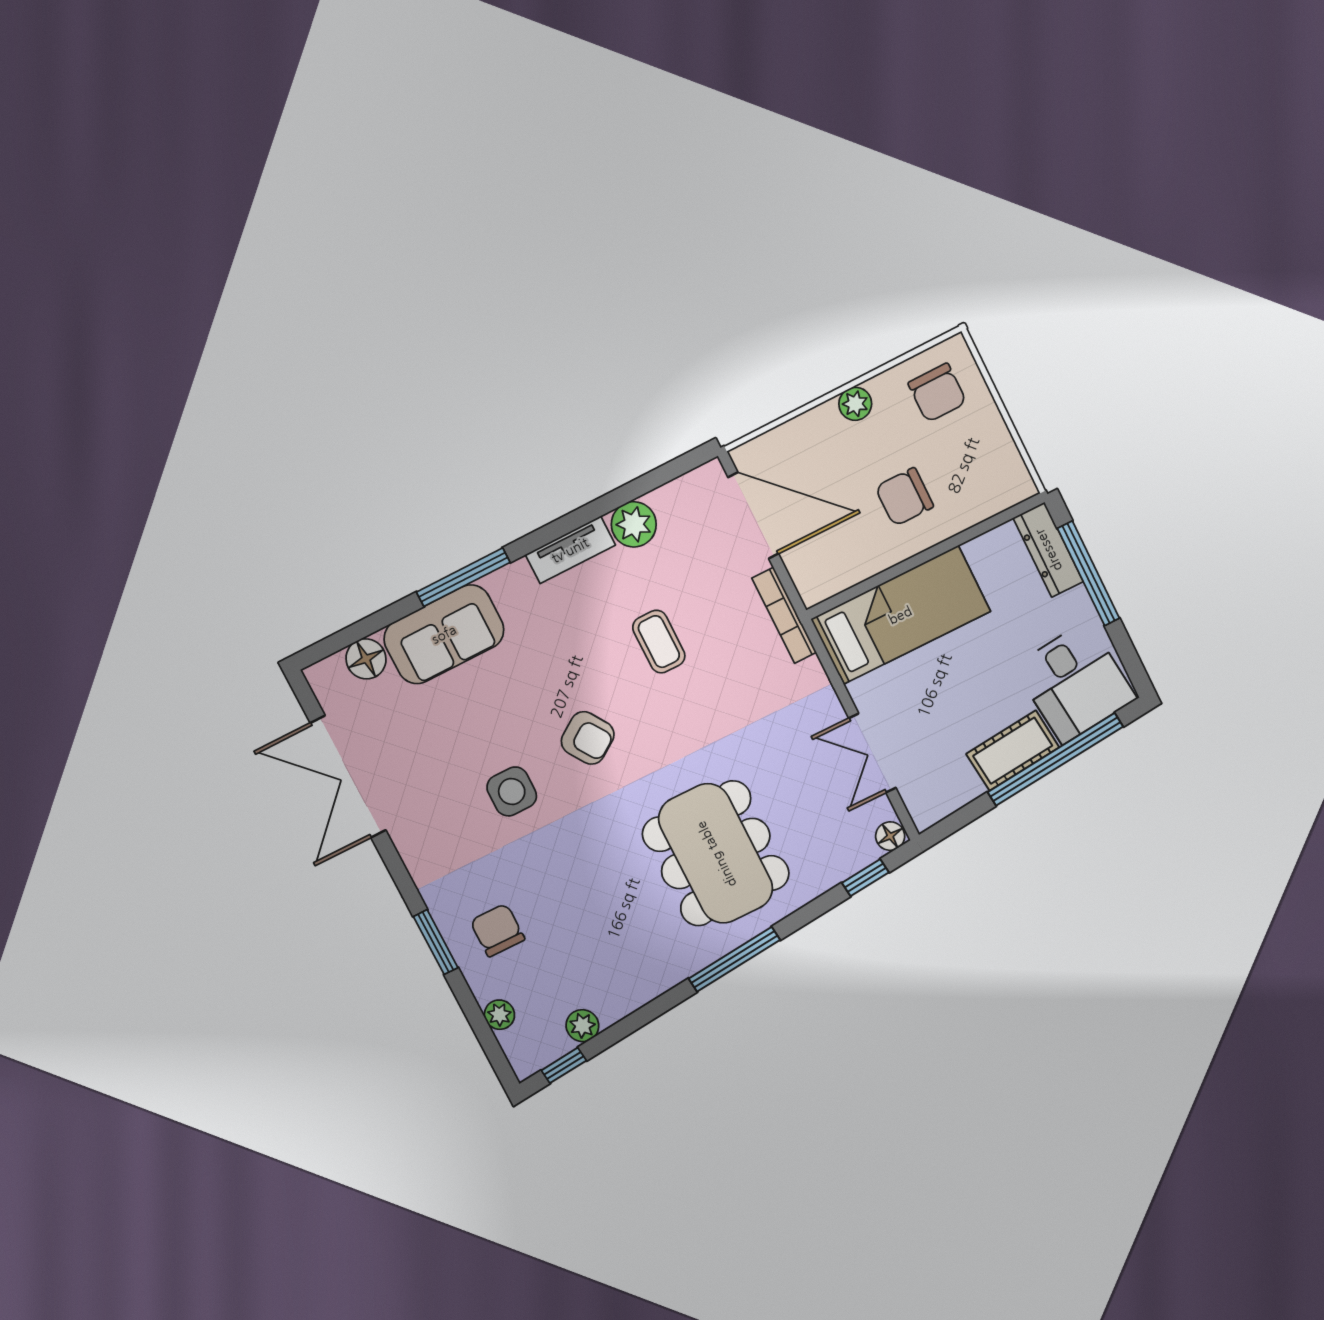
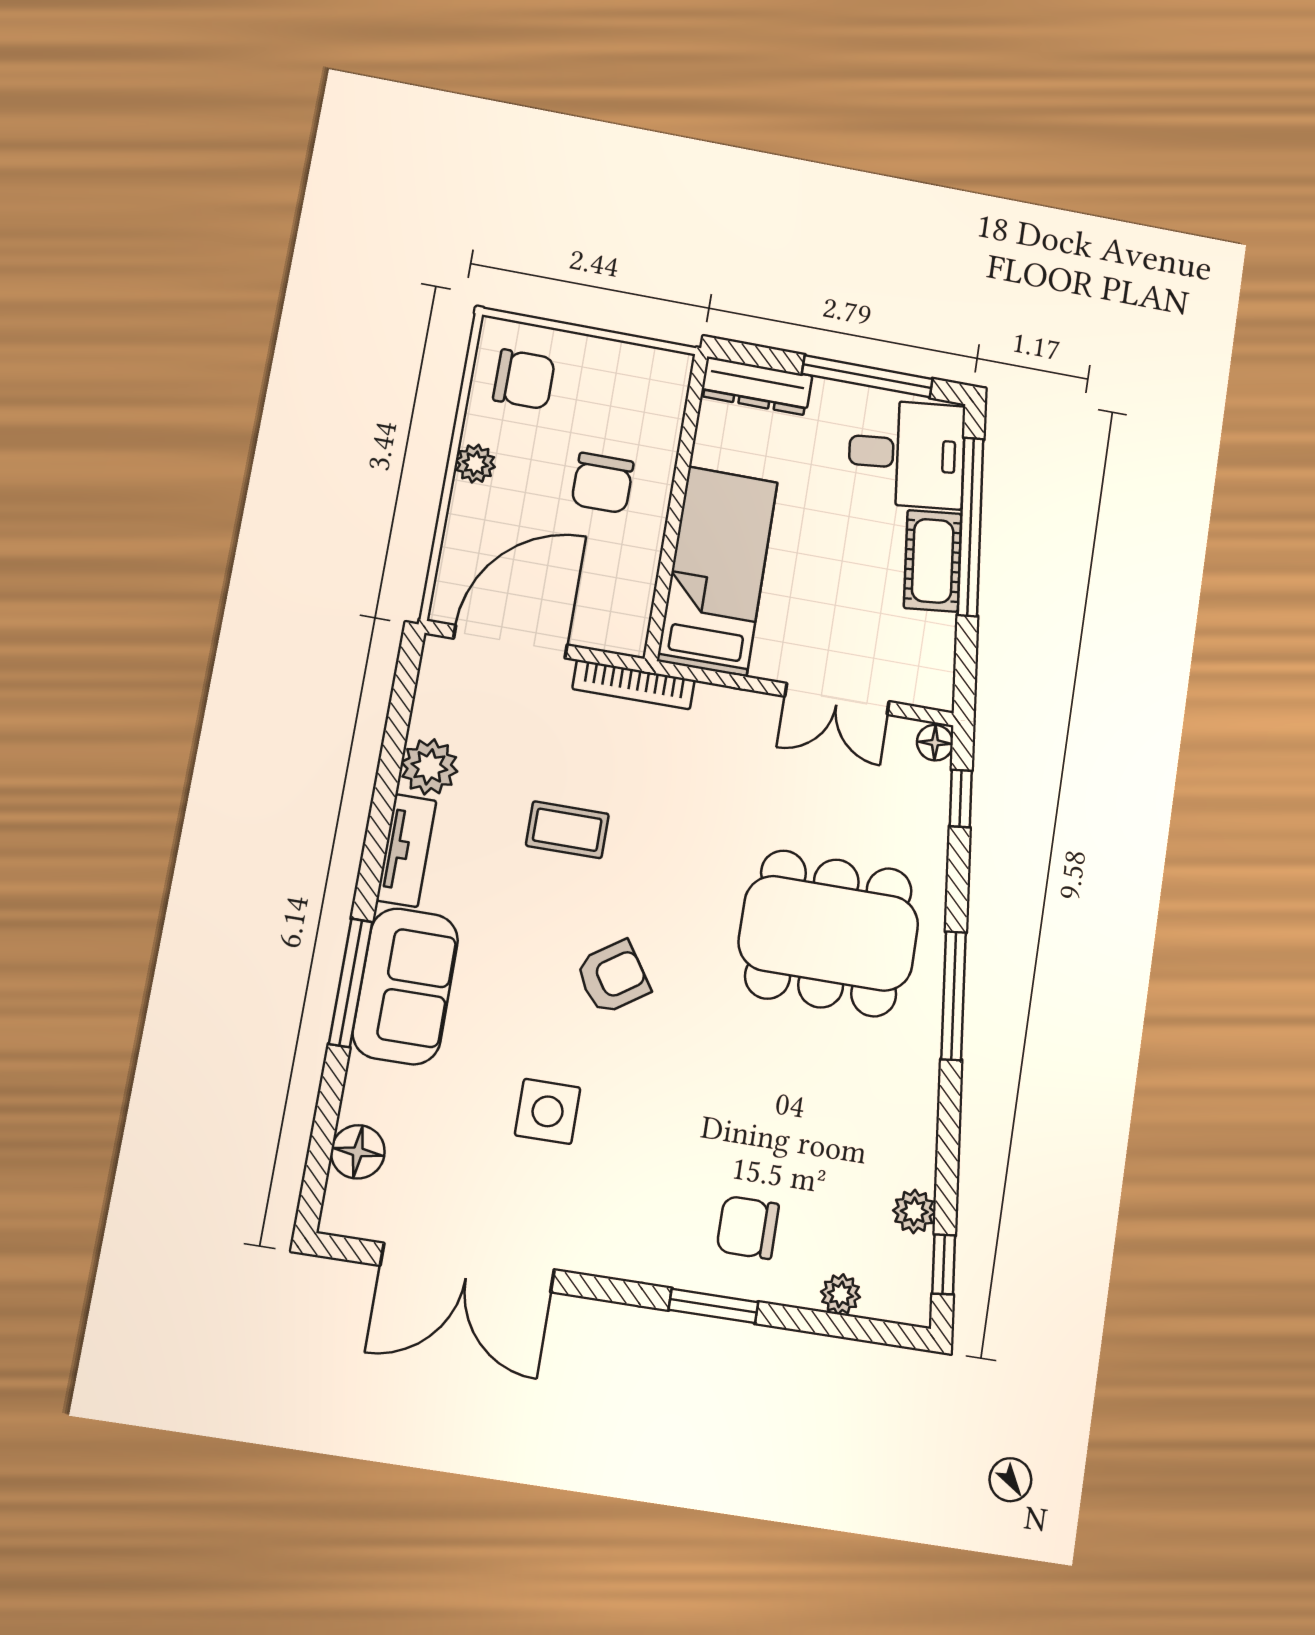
window: (1089, 573) -> (867, 376), moved
sofa: (444, 634) -> (405, 986), moved
side table: (512, 792) -> (548, 1111), moved

